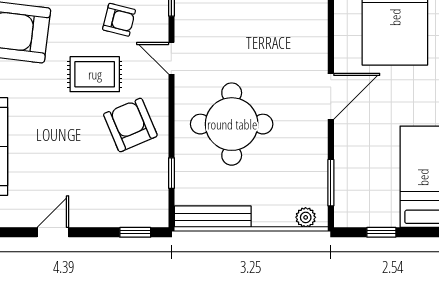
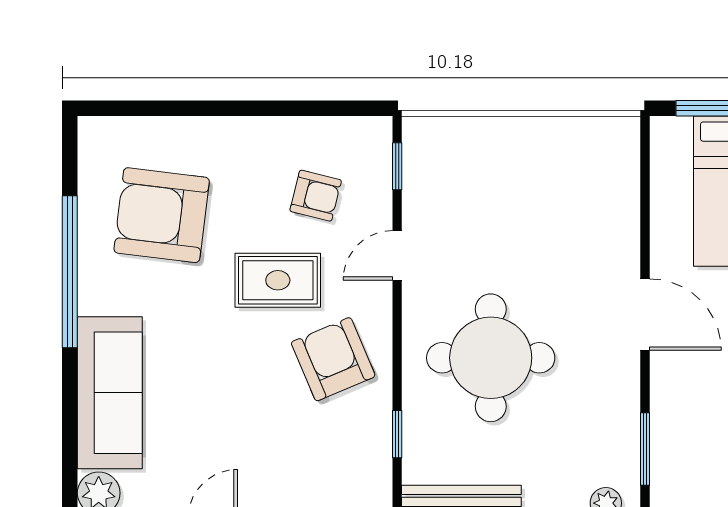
door: (171, 58) -> (397, 255), hinge flipped
door: (331, 96) -> (645, 315), hinge flipped

